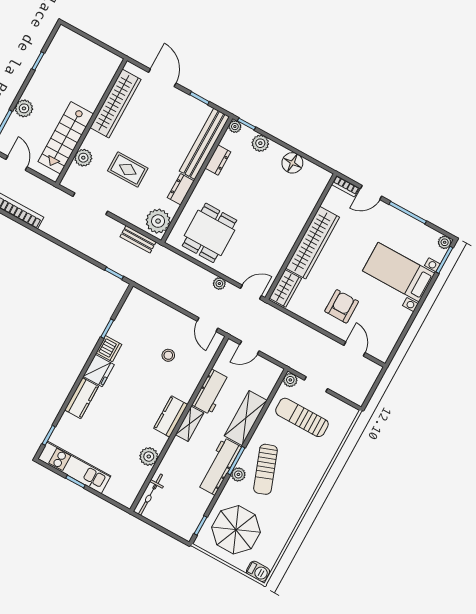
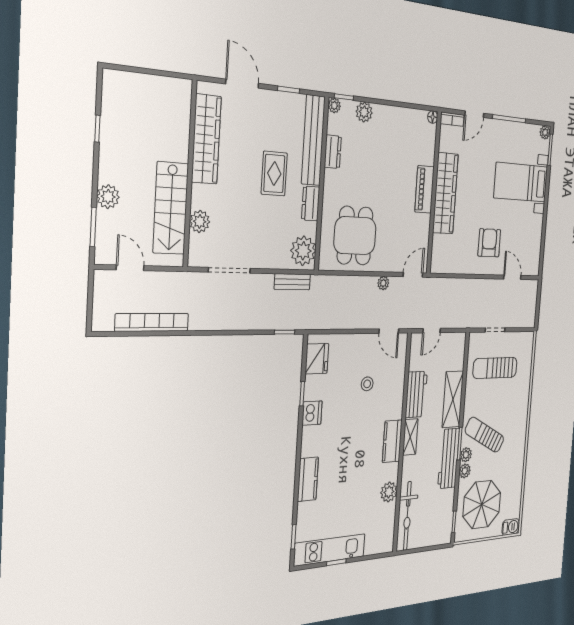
floor lamp: (292, 163) -> (433, 117), moved, width x0.53, depth x0.53
rug: (128, 170) -> (274, 174), moved, turned 90
piano: (293, 229) -> (425, 189), added
wardrobe: (285, 288) -> (439, 253), removed
fridge: (99, 370) -> (317, 359), moved
plant: (290, 380) -> (465, 471), moved
sun lounger: (265, 469) -> (484, 435), turned 138
bicycle: (151, 495) -> (407, 516), width x1.37, depth x1.40

